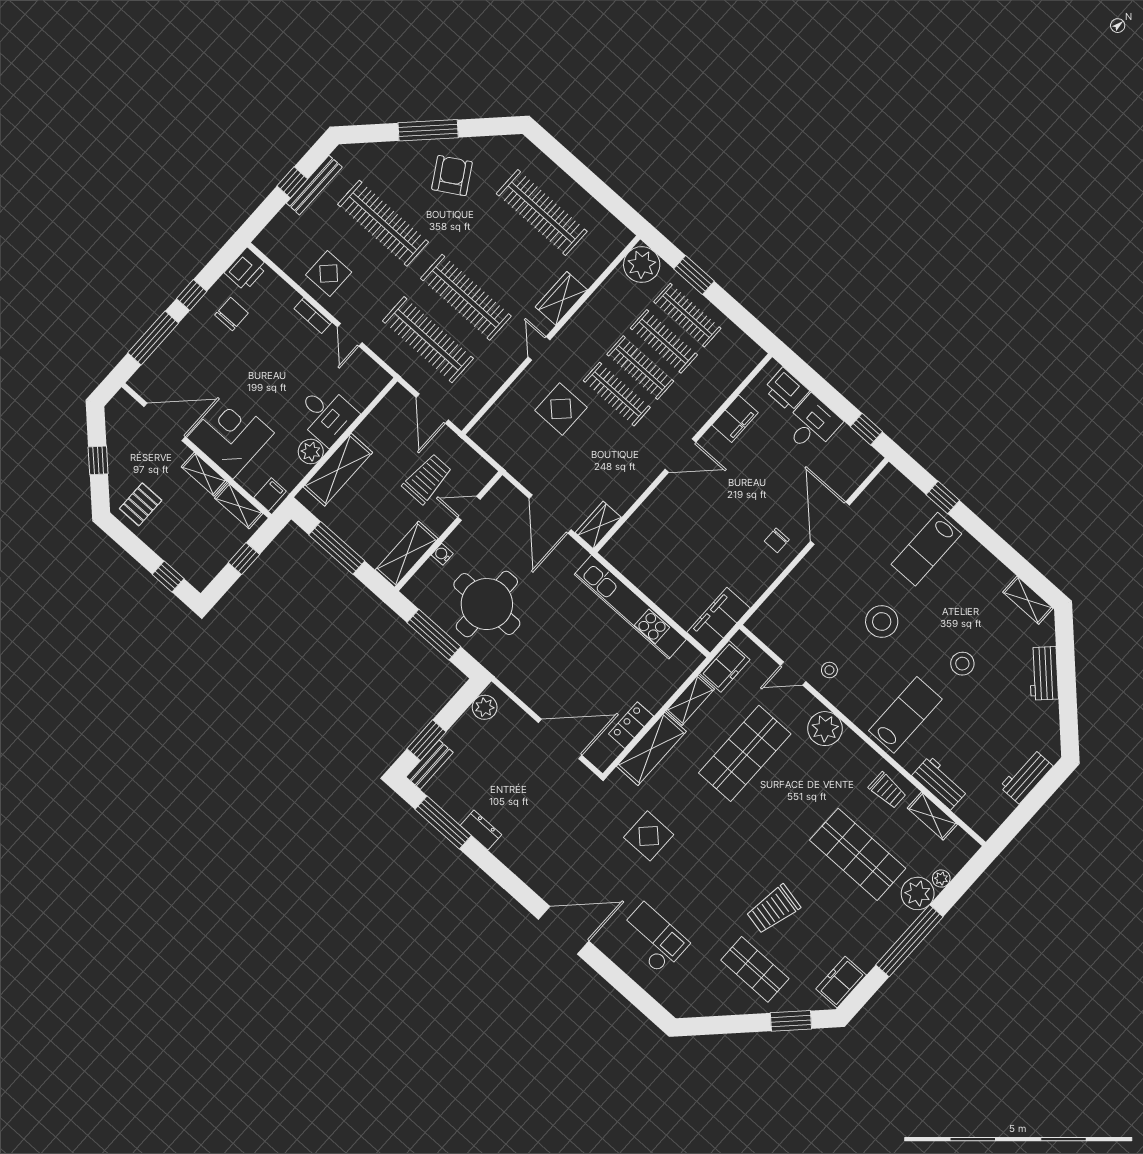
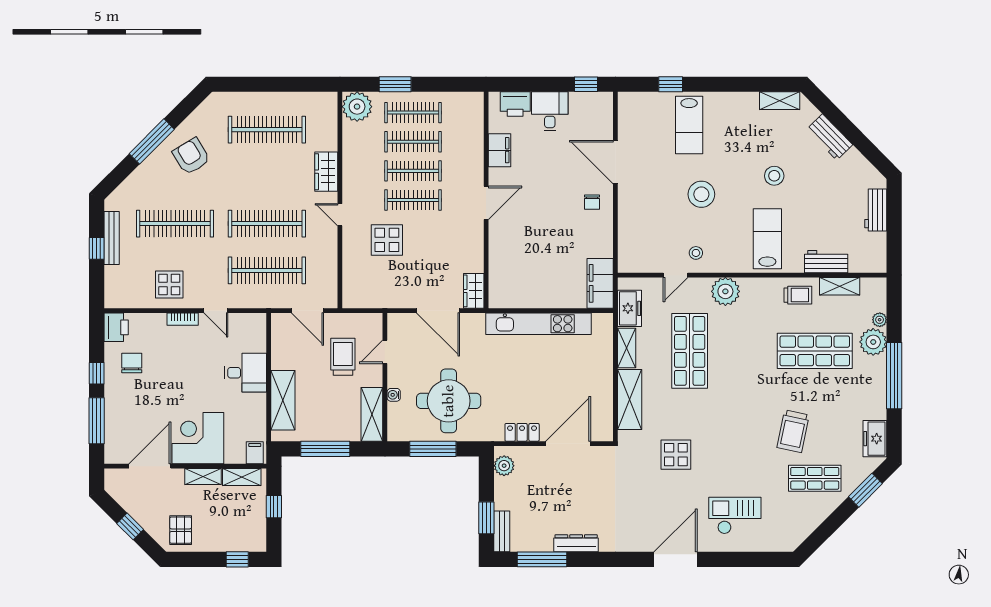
plant: (311, 452) -> (256, 404), removed
locker: (631, 725) -> (522, 432), moved, turned 90
dresser: (481, 830) -> (576, 543), width x1.44

